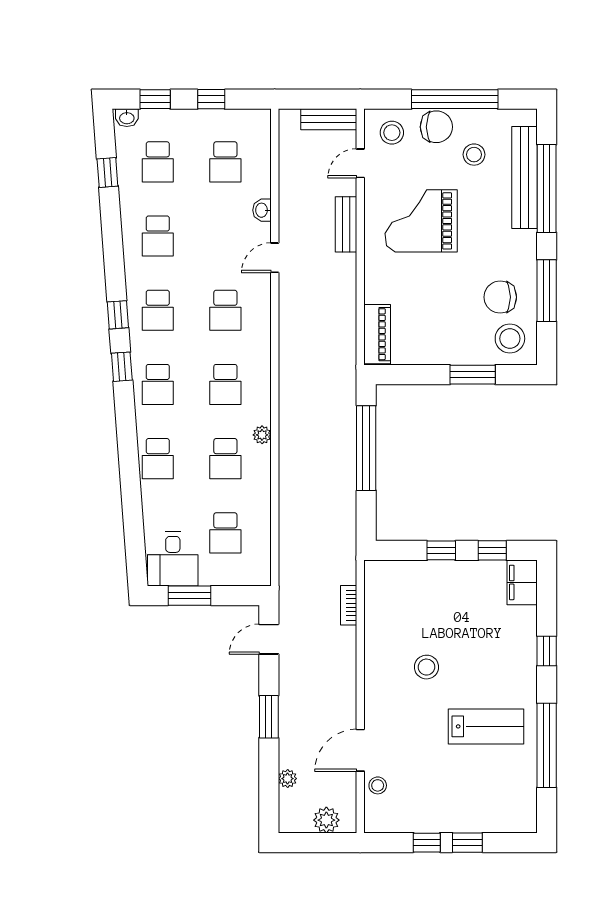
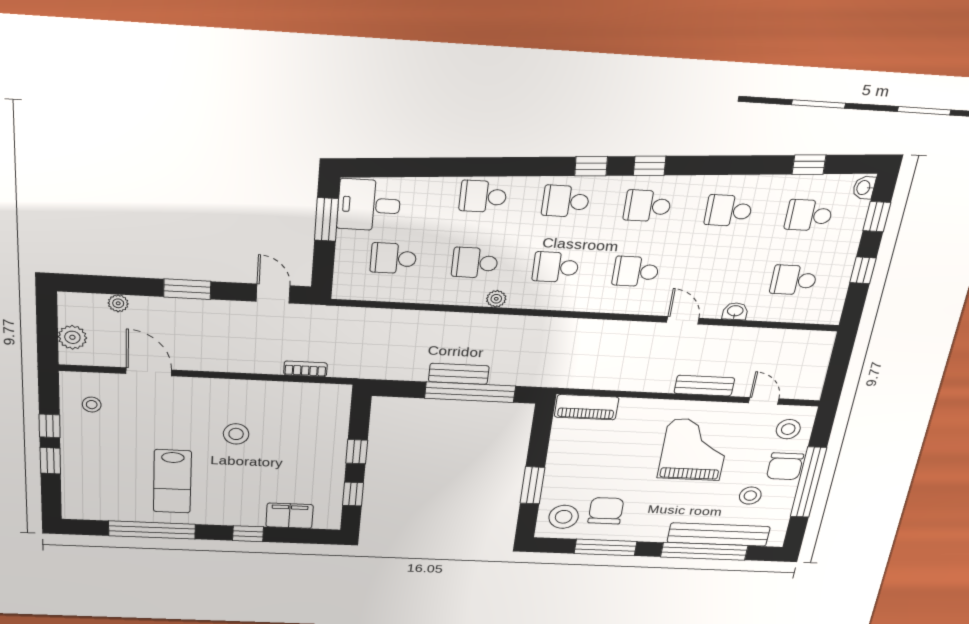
bench: (329, 119) -> (459, 374), moved, turned 90
filing cabinet: (522, 582) -> (290, 516), moved
stool: (378, 785) -> (92, 405), moved

